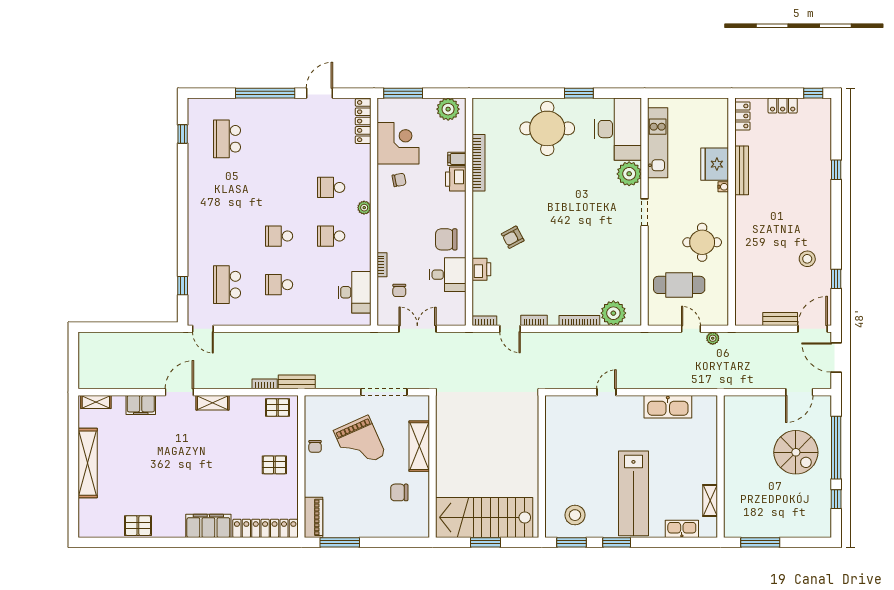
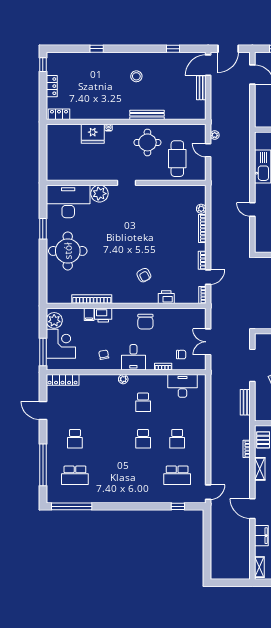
window: (265, 93) -> (43, 465), moved
window: (183, 134) -> (72, 506), width x3.17
corner desk: (398, 143) -> (61, 344), moved, turned 90
kitchen unit: (658, 143) -> (78, 174), removed
bench: (742, 170) -> (147, 115), moved
school desk: (331, 187) -> (75, 439), moved
stool: (807, 259) -> (136, 76), moved
desk: (448, 275) -> (133, 357), moved, turned 180
plant: (613, 313) -> (201, 209), width x0.53, depth x0.53
door: (691, 329) -> (208, 150), hinge flipped
door: (813, 329) -> (208, 65), hinge flipped
bench: (297, 382) -> (245, 402), moved
shelving: (213, 403) -> (260, 469), moved

